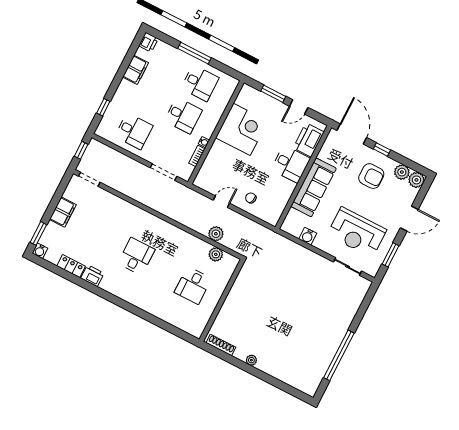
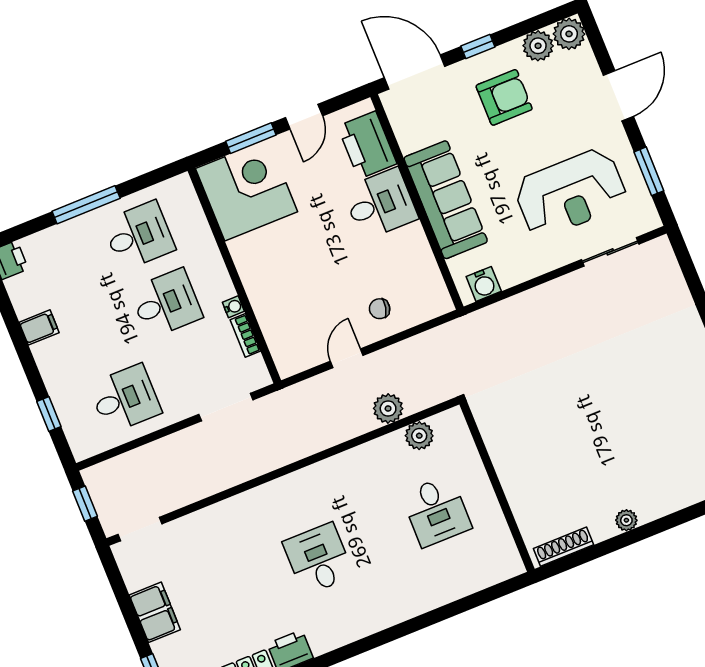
filing cabinet: (136, 70) -> (39, 327), width x0.50
corner desk: (242, 129) -> (246, 190), moved
water cooler: (308, 236) -> (484, 284), moved

